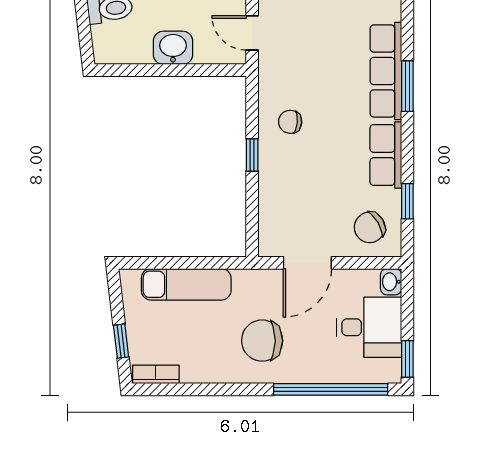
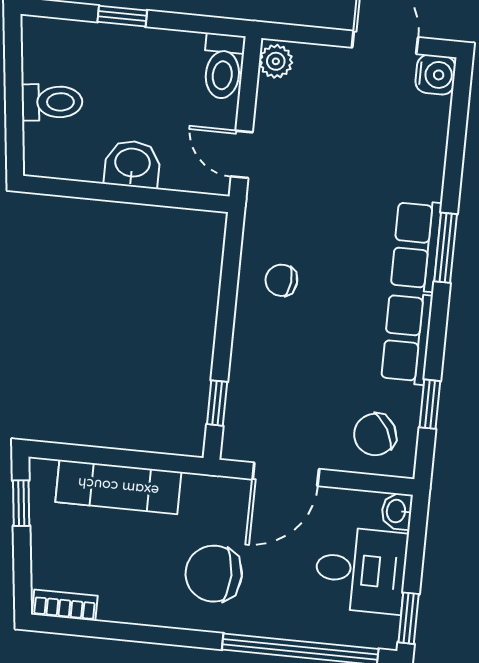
row of seats: (386, 71) -> (416, 246), width x0.68
window: (252, 155) -> (217, 403), moved
window: (121, 341) -> (21, 503), moved

